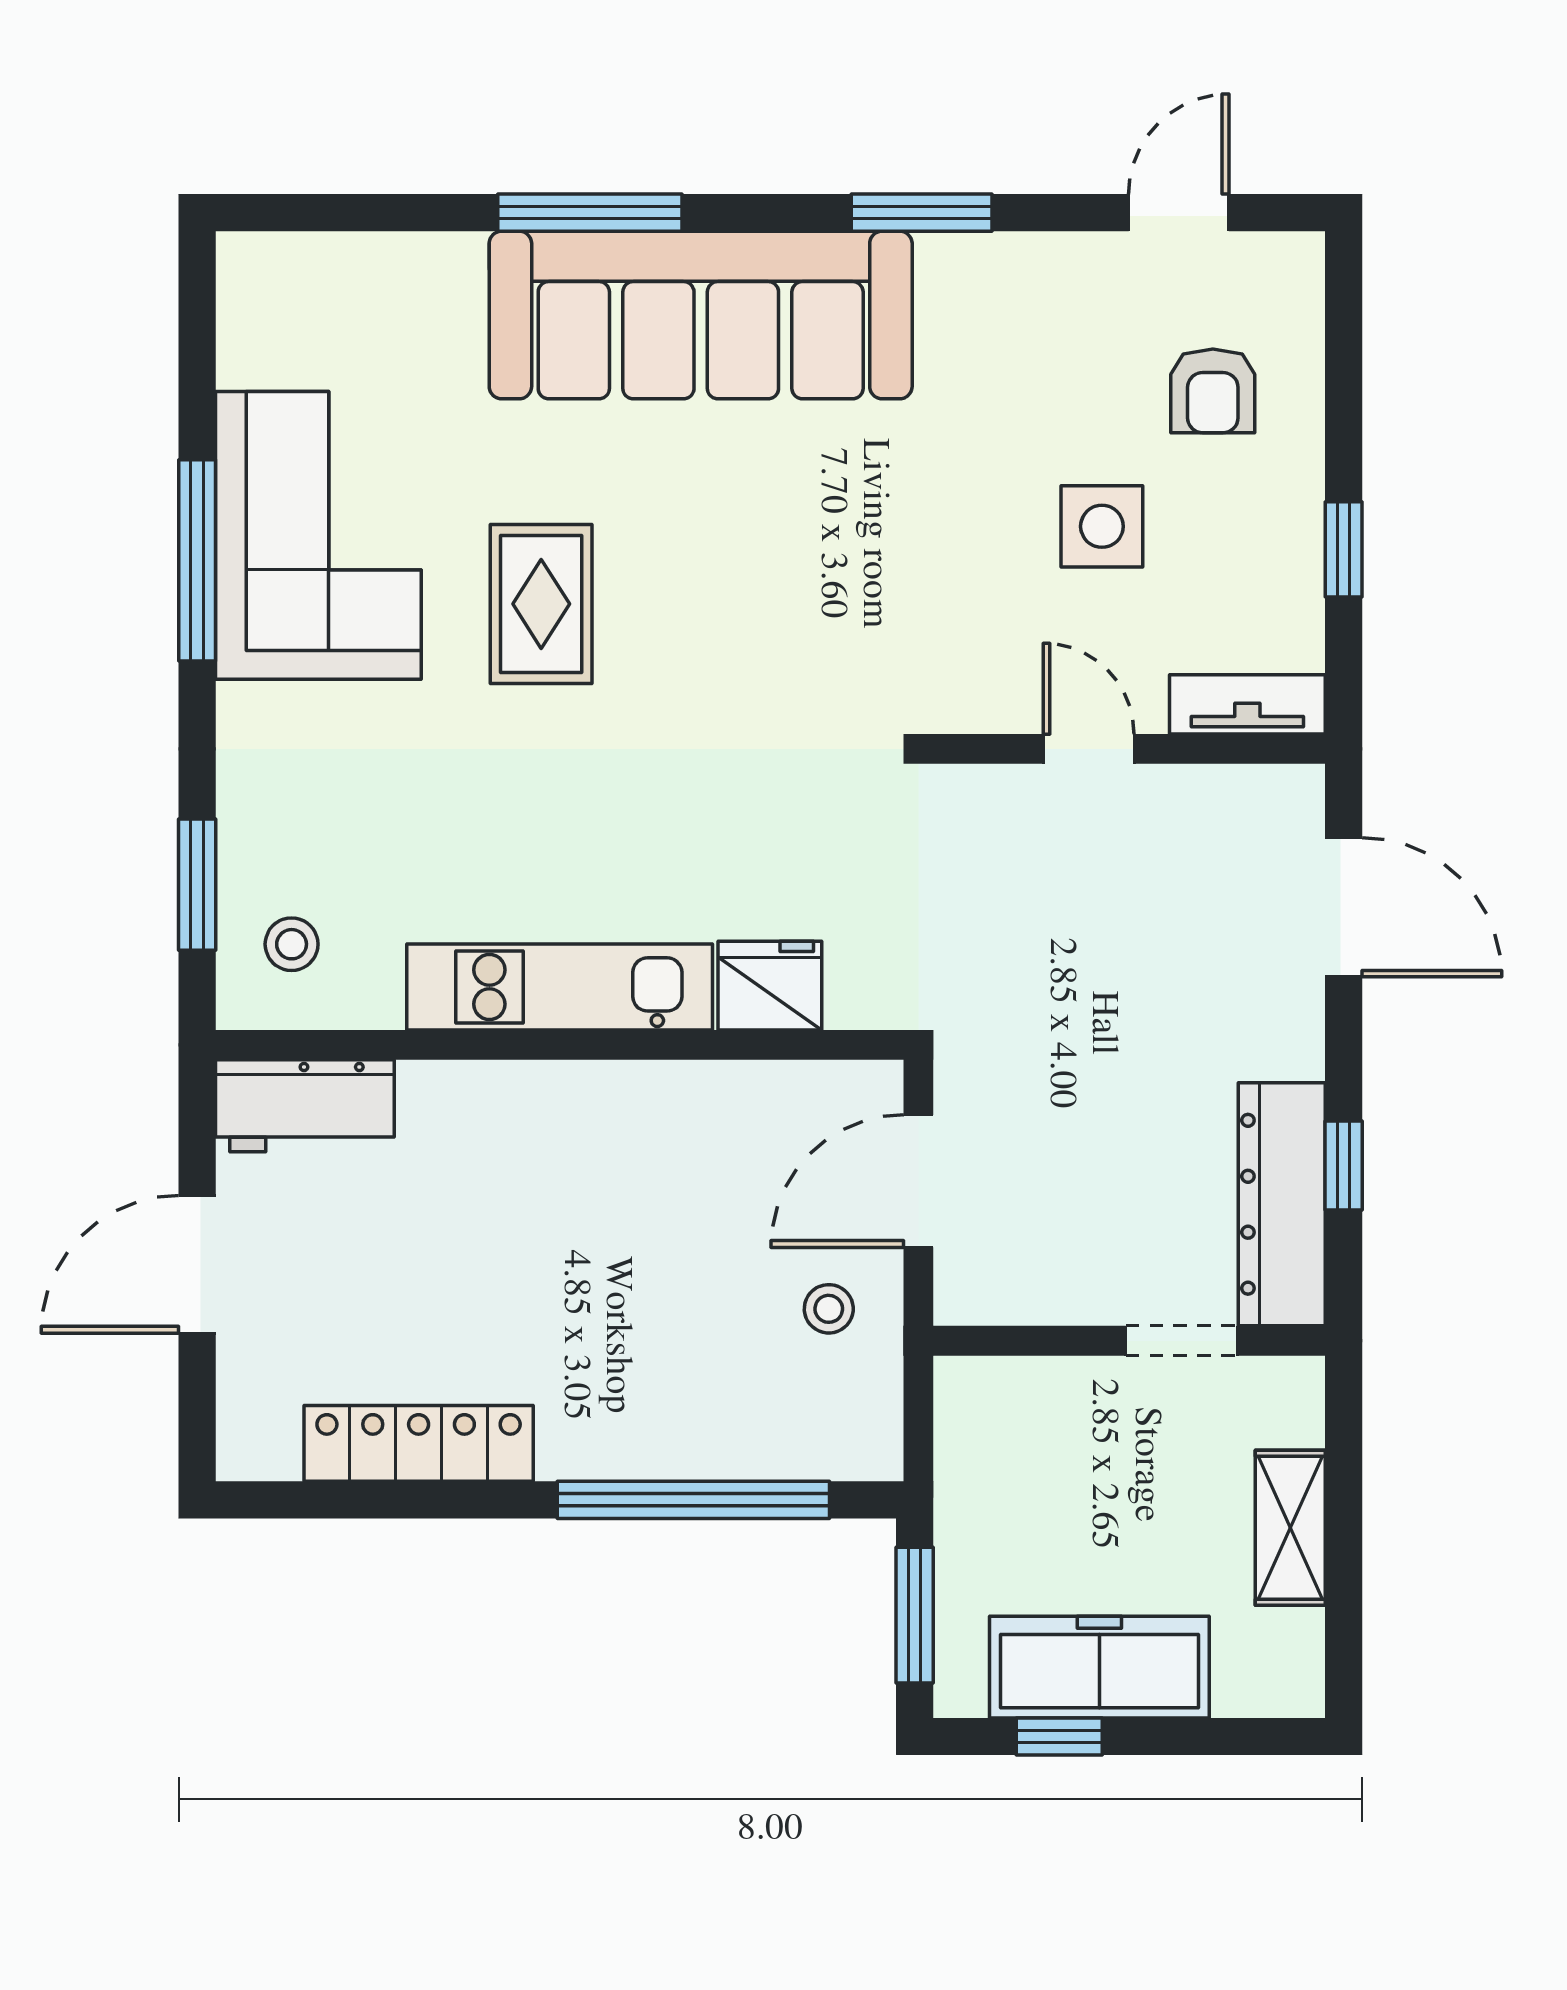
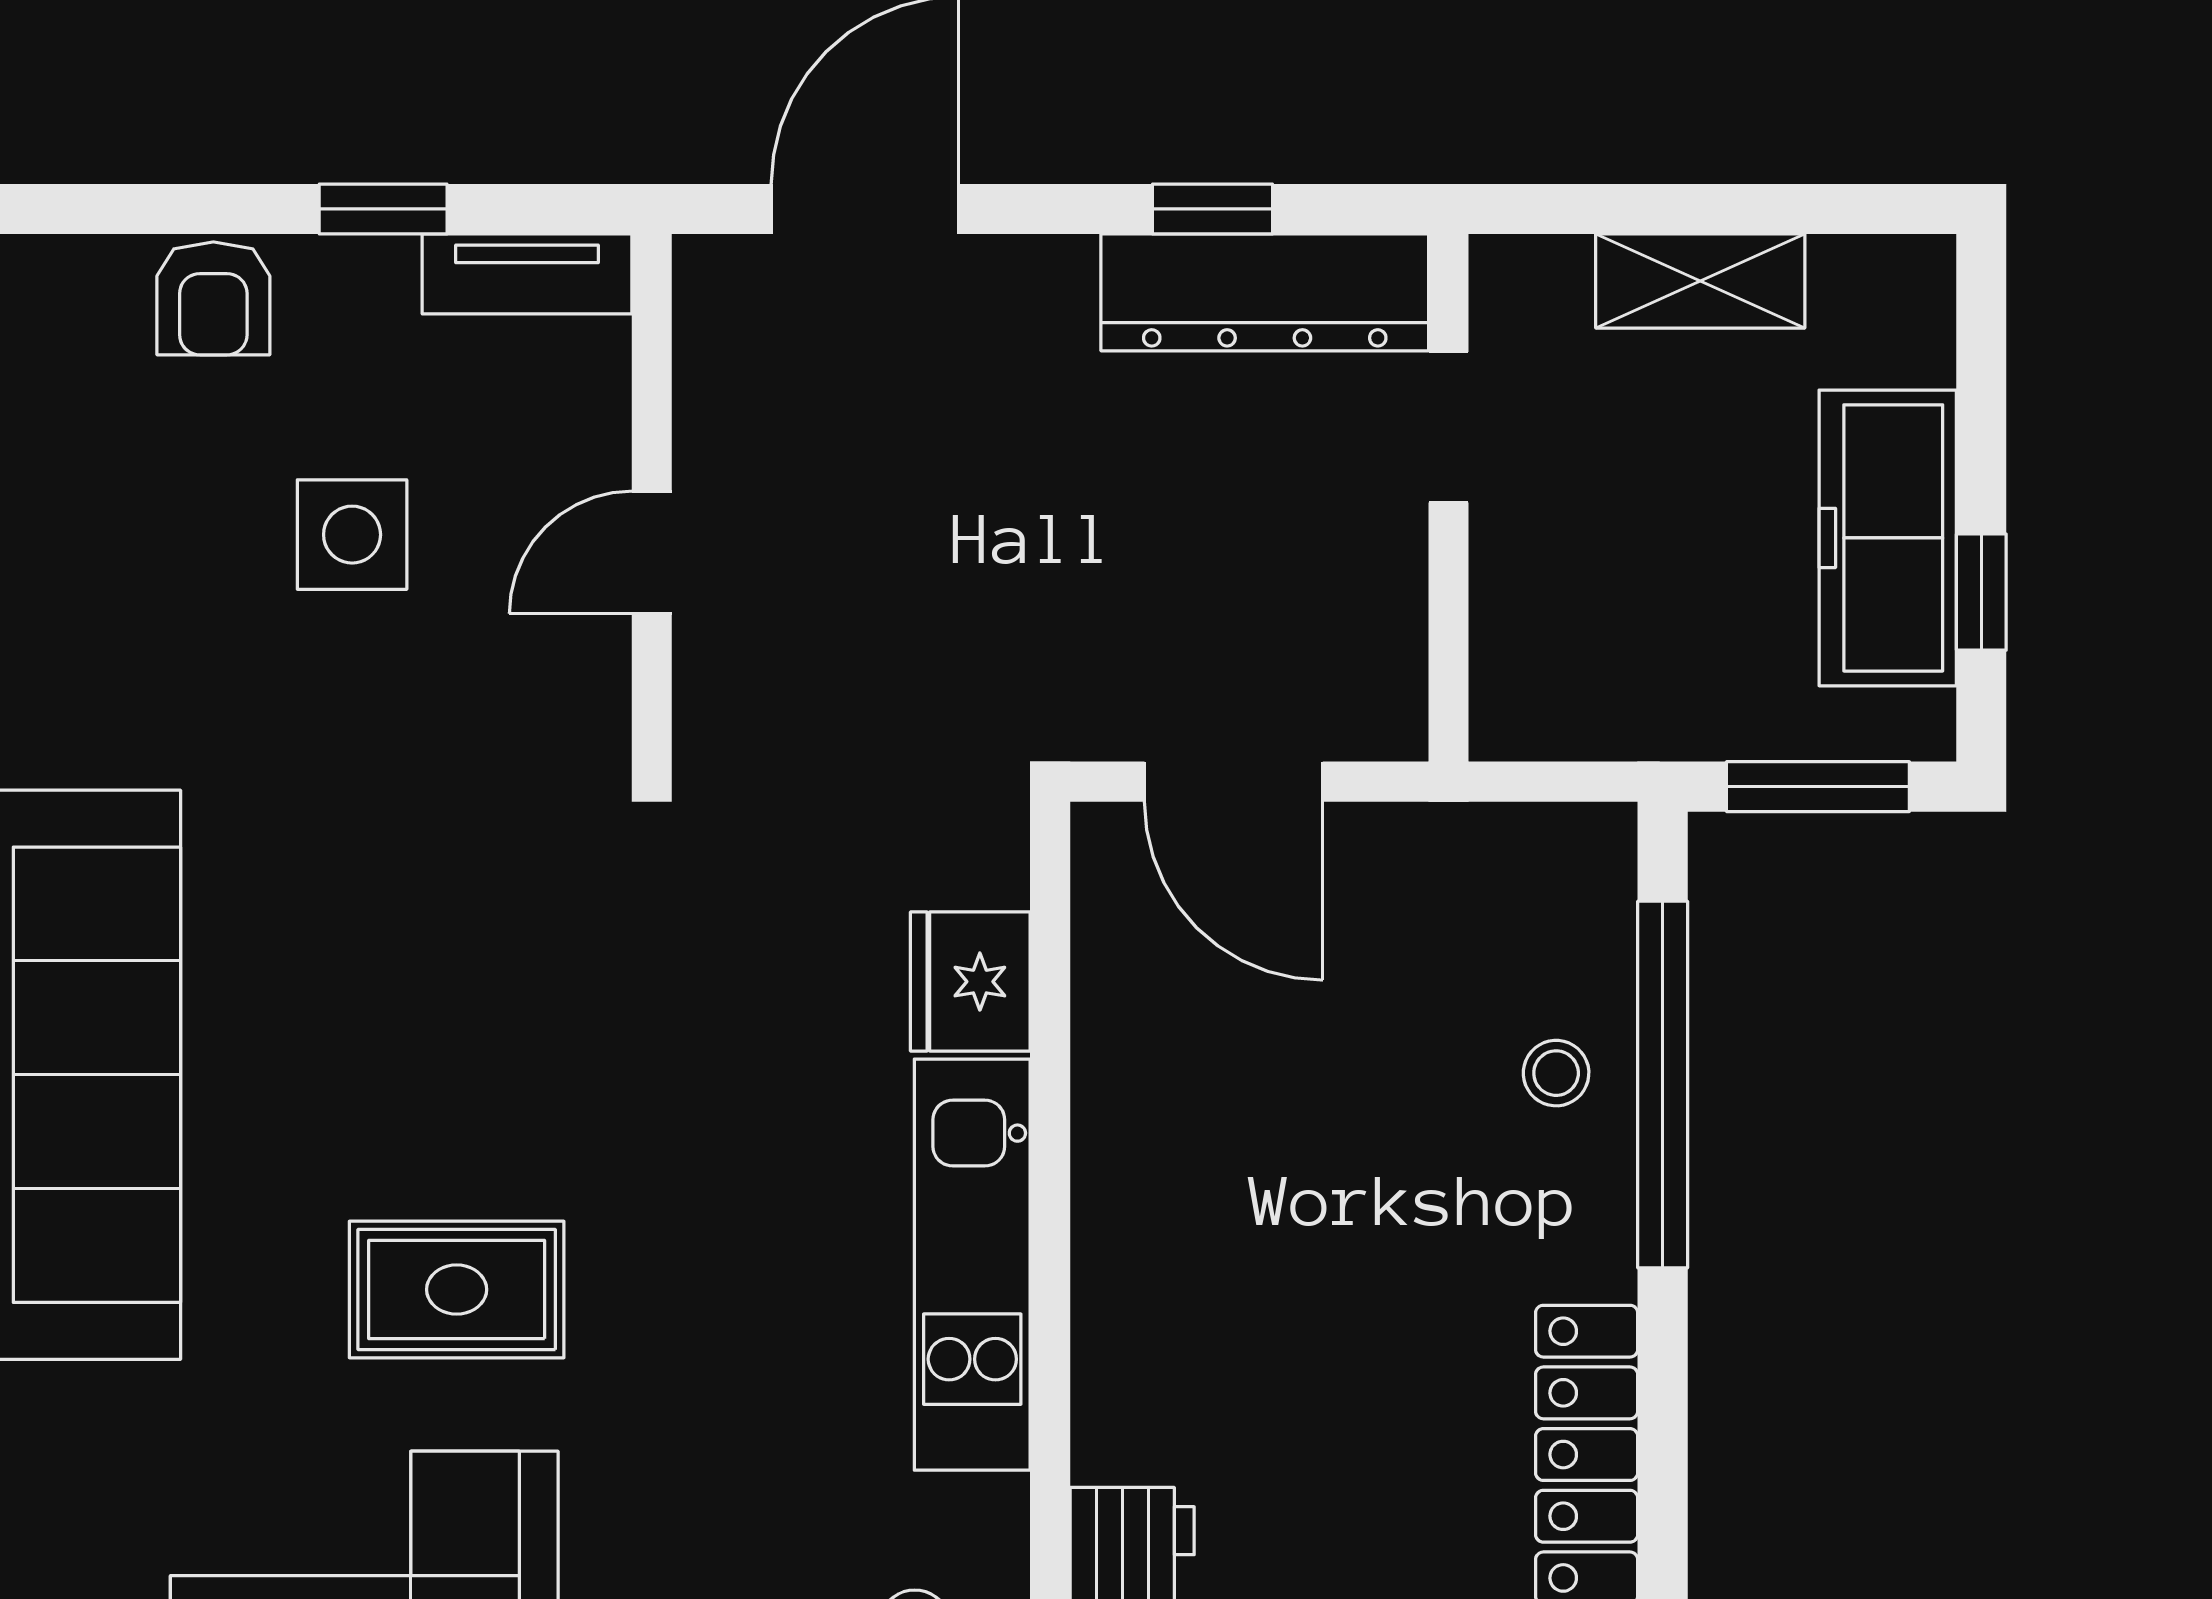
armchair: (1213, 391) -> (213, 298), moved, turned 90
tv unit: (1247, 704) -> (527, 274), moved, turned -90
stool: (829, 1309) -> (1556, 1073), moved

